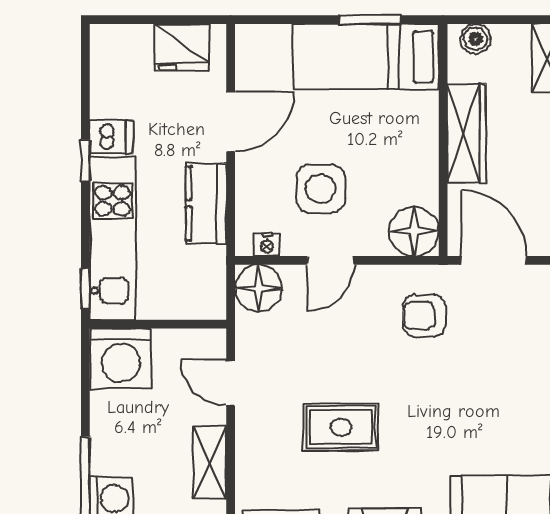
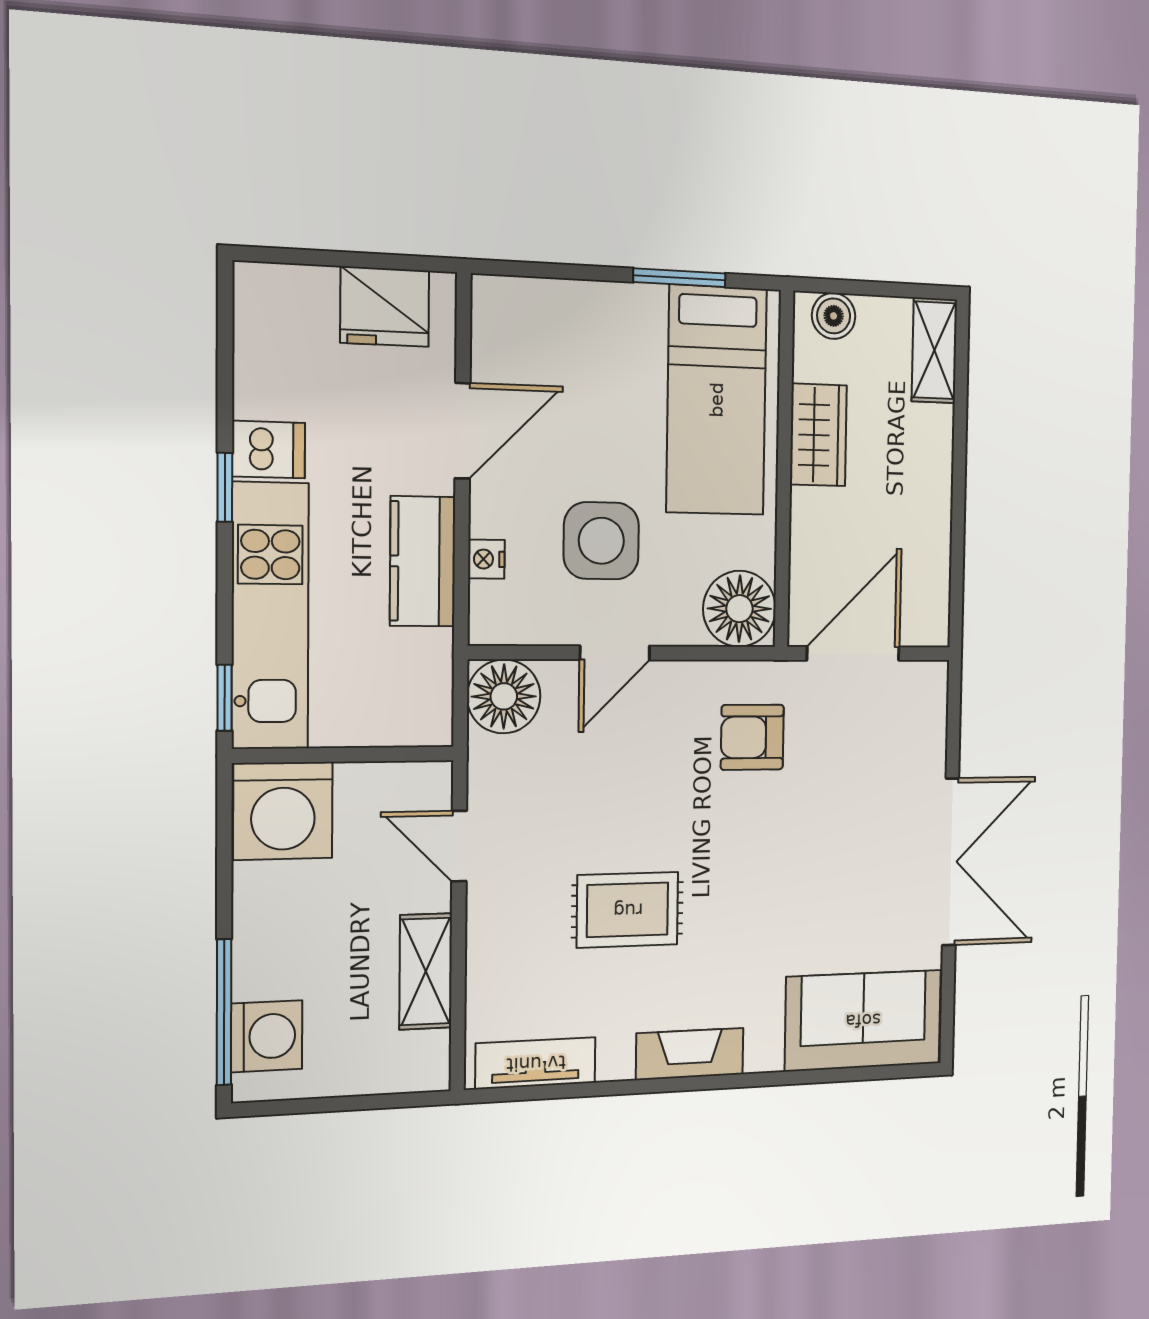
bed: (366, 57) -> (717, 400), moved, turned -90
wardrobe: (466, 133) -> (818, 435), width x0.67
nightstand: (267, 245) -> (486, 559), moved, turned 90
door: (494, 260) -> (853, 653), hinge flipped

